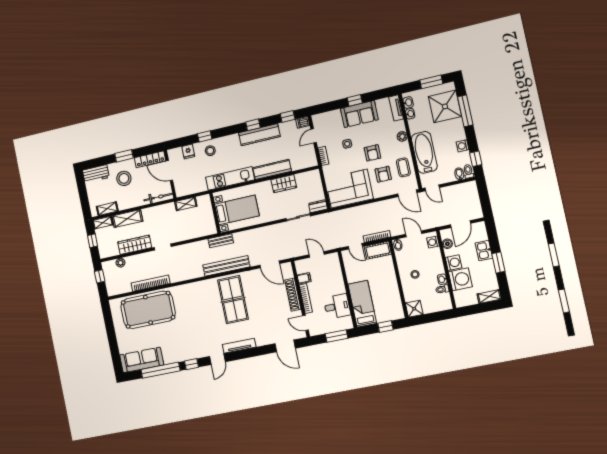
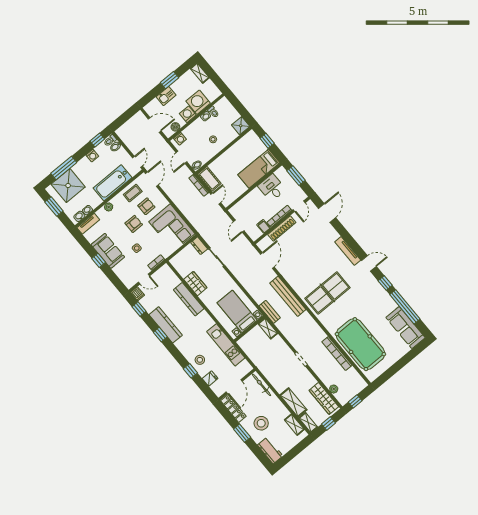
kitchen unit: (230, 178) -> (226, 345), moved
shelving: (186, 204) -> (268, 328), moved
wardrobe: (135, 245) -> (324, 399), moved
table tennis table: (233, 300) -> (327, 293), moved

